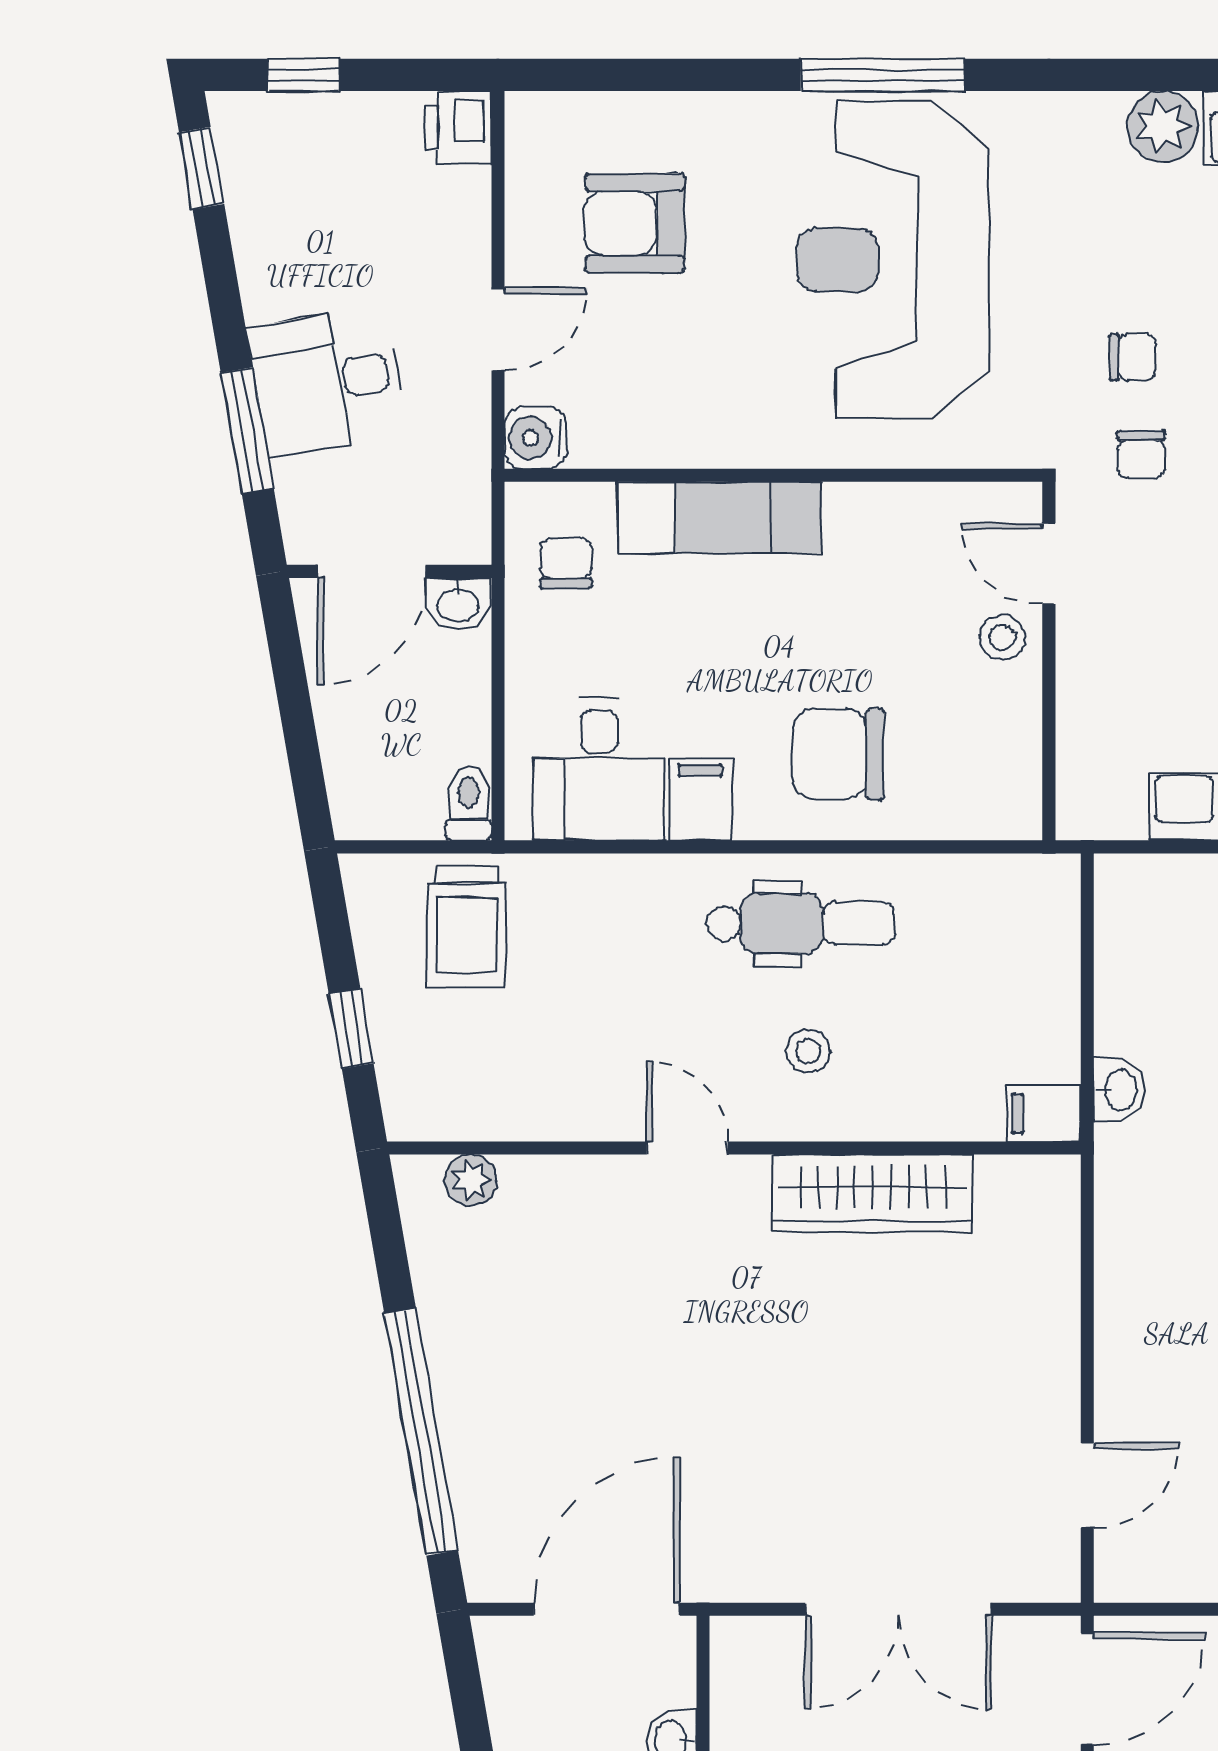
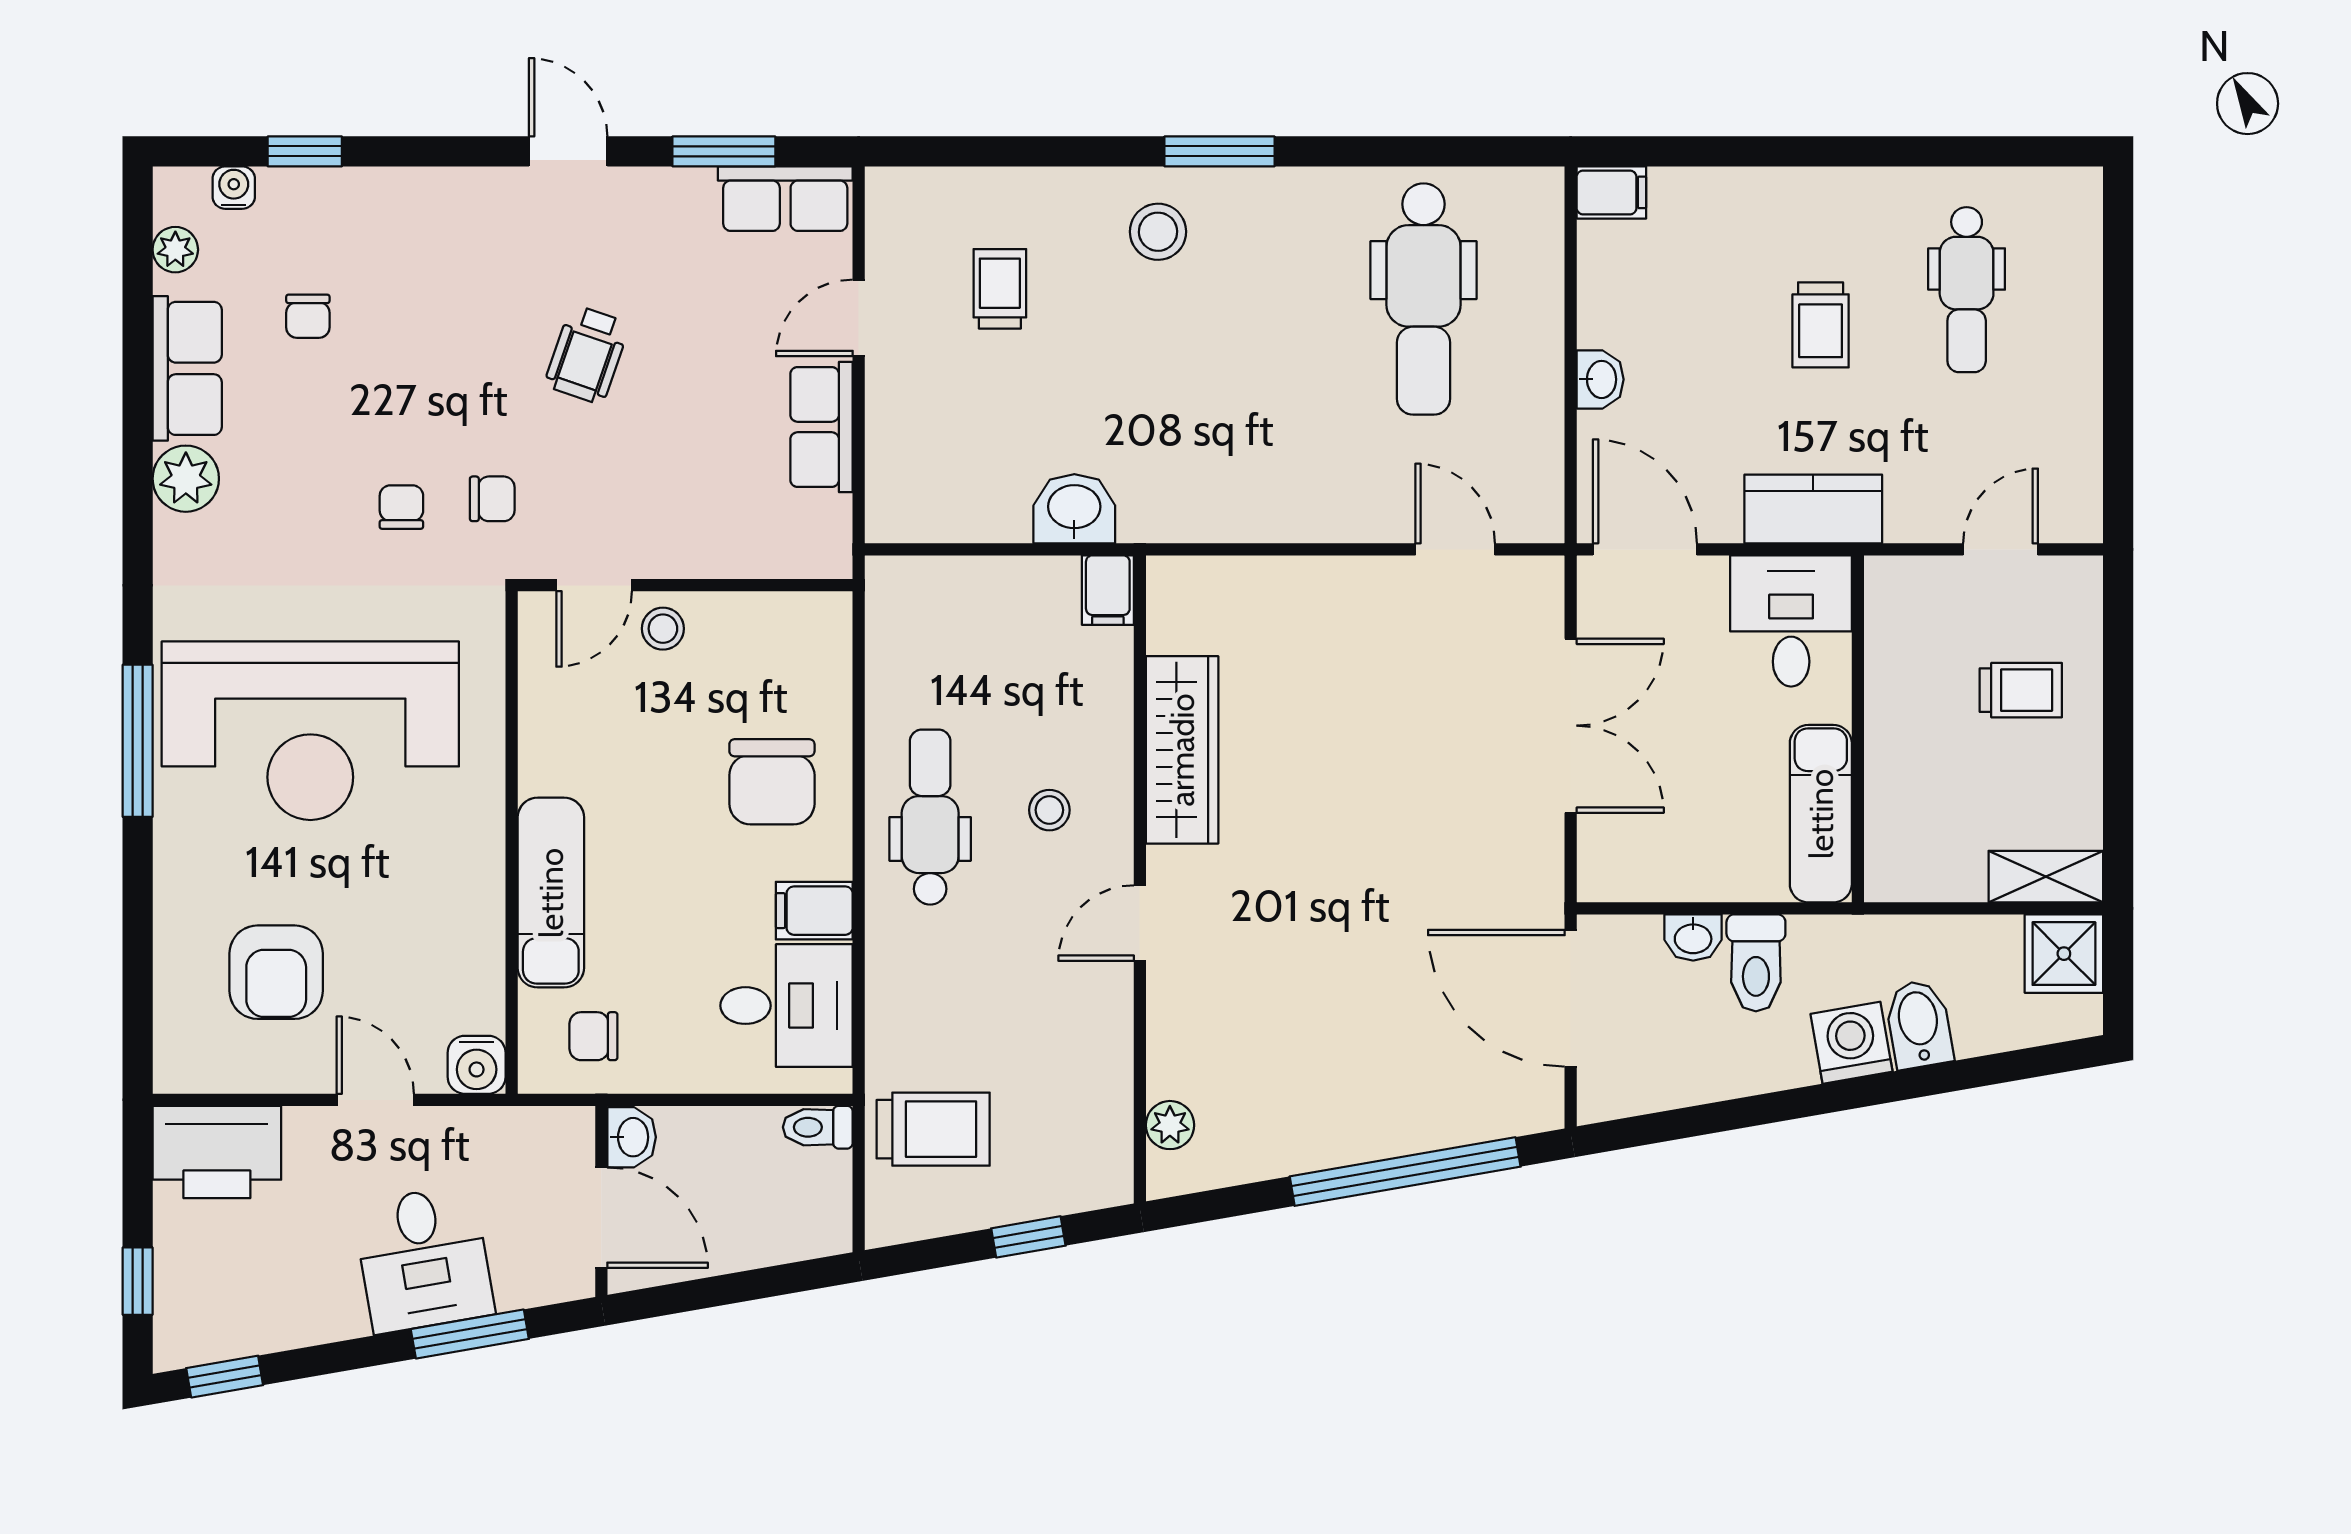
printer: (458, 128) -> (217, 1152), width x1.87, depth x1.48
washbasin: (1119, 1090) -> (1074, 509), width x1.38, depth x1.45

